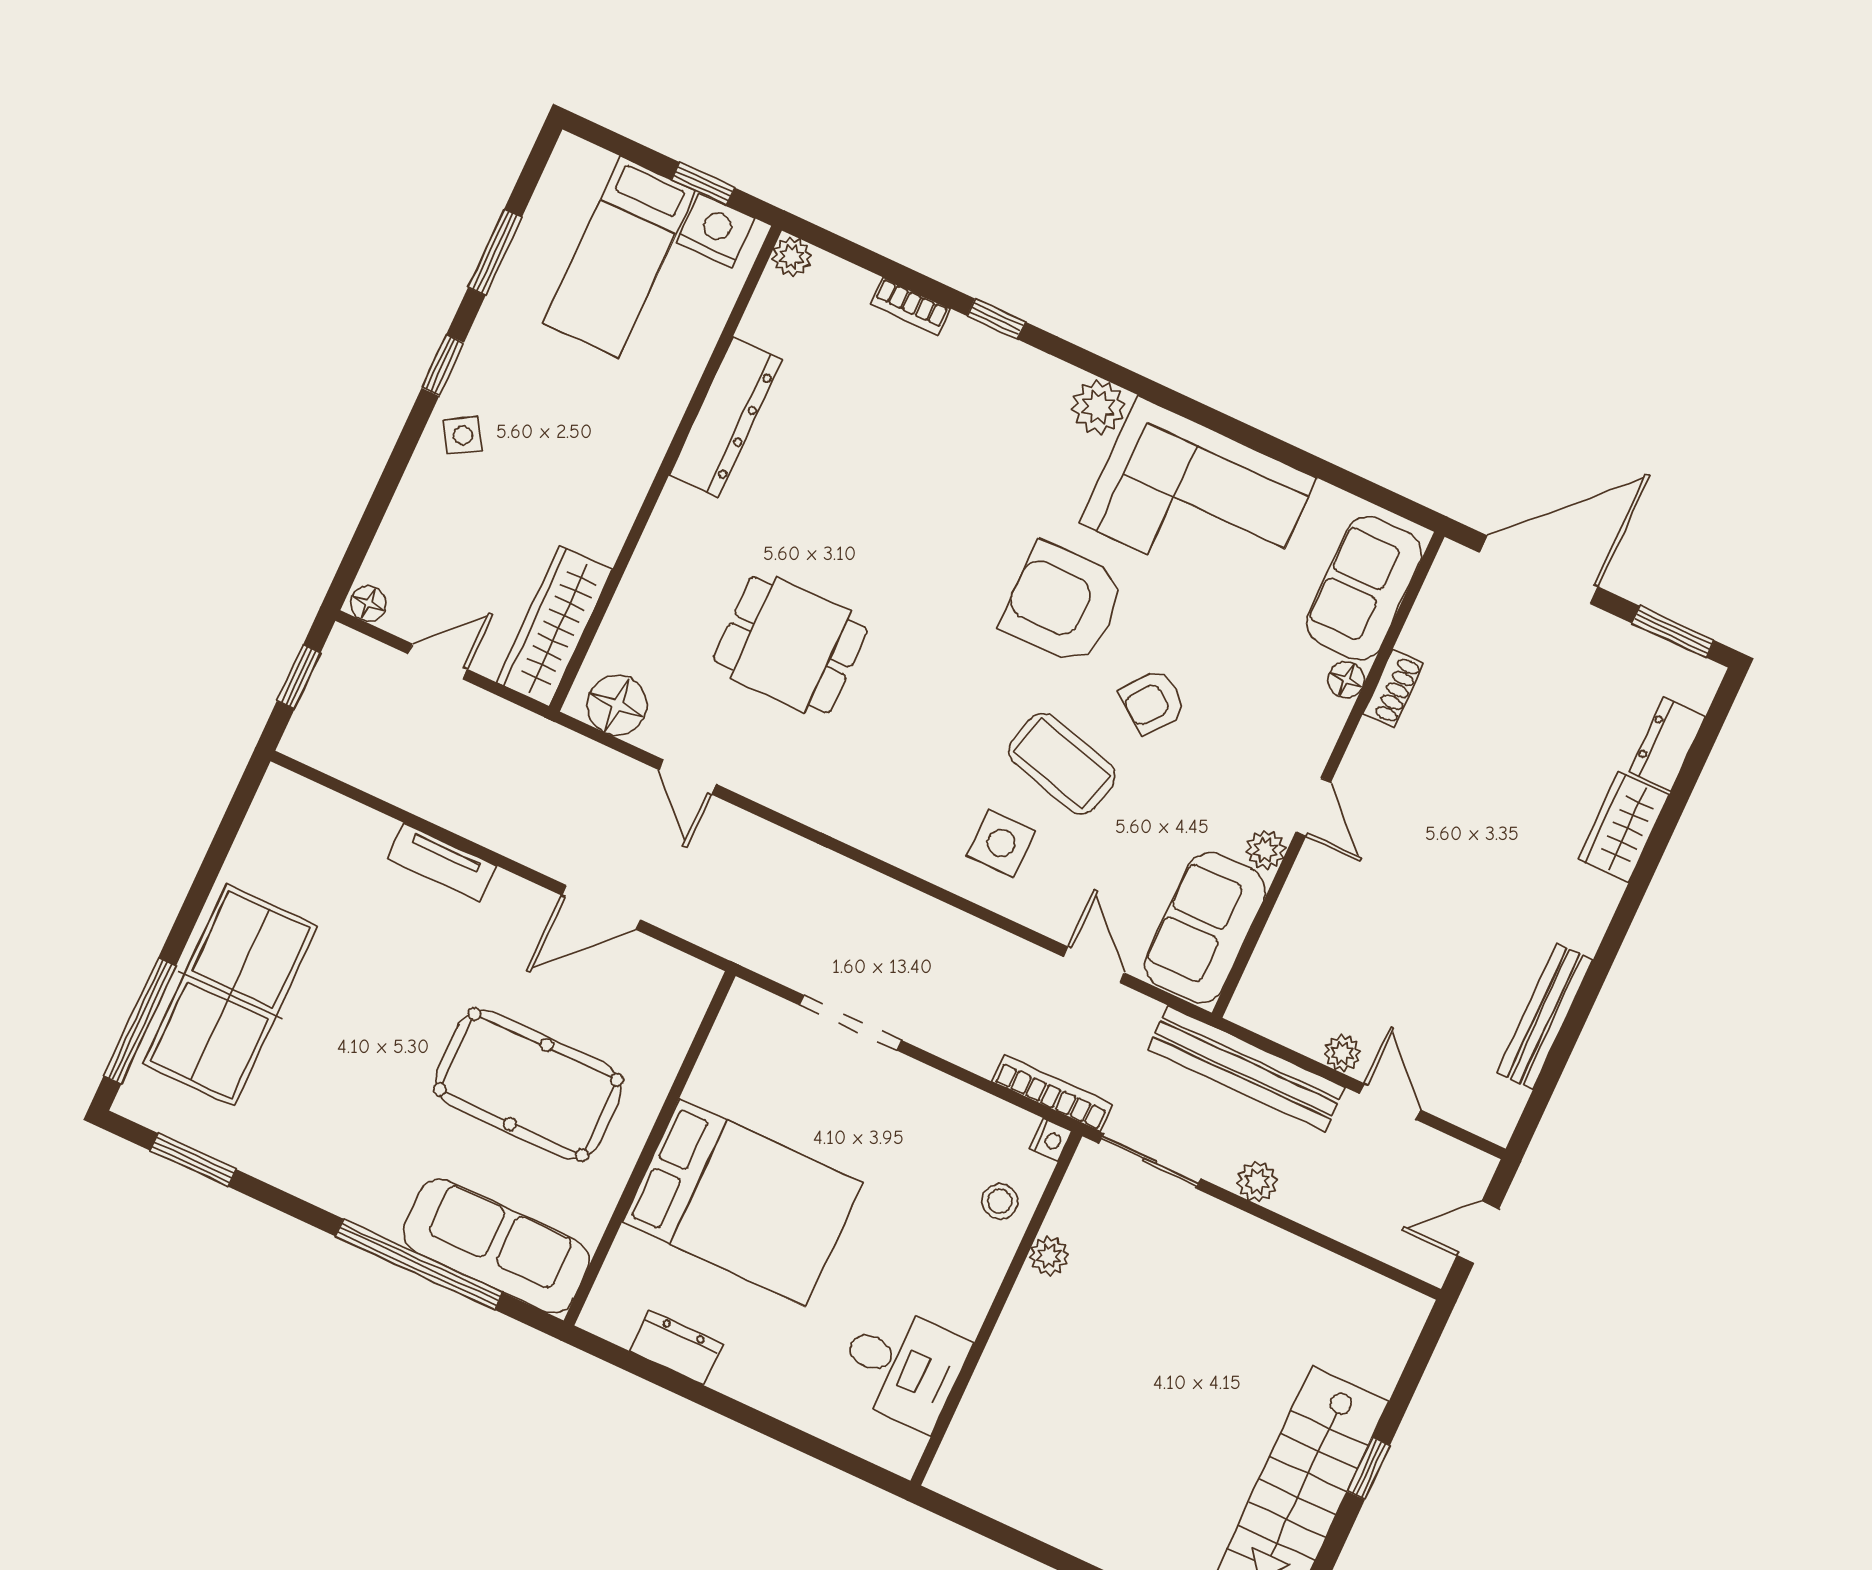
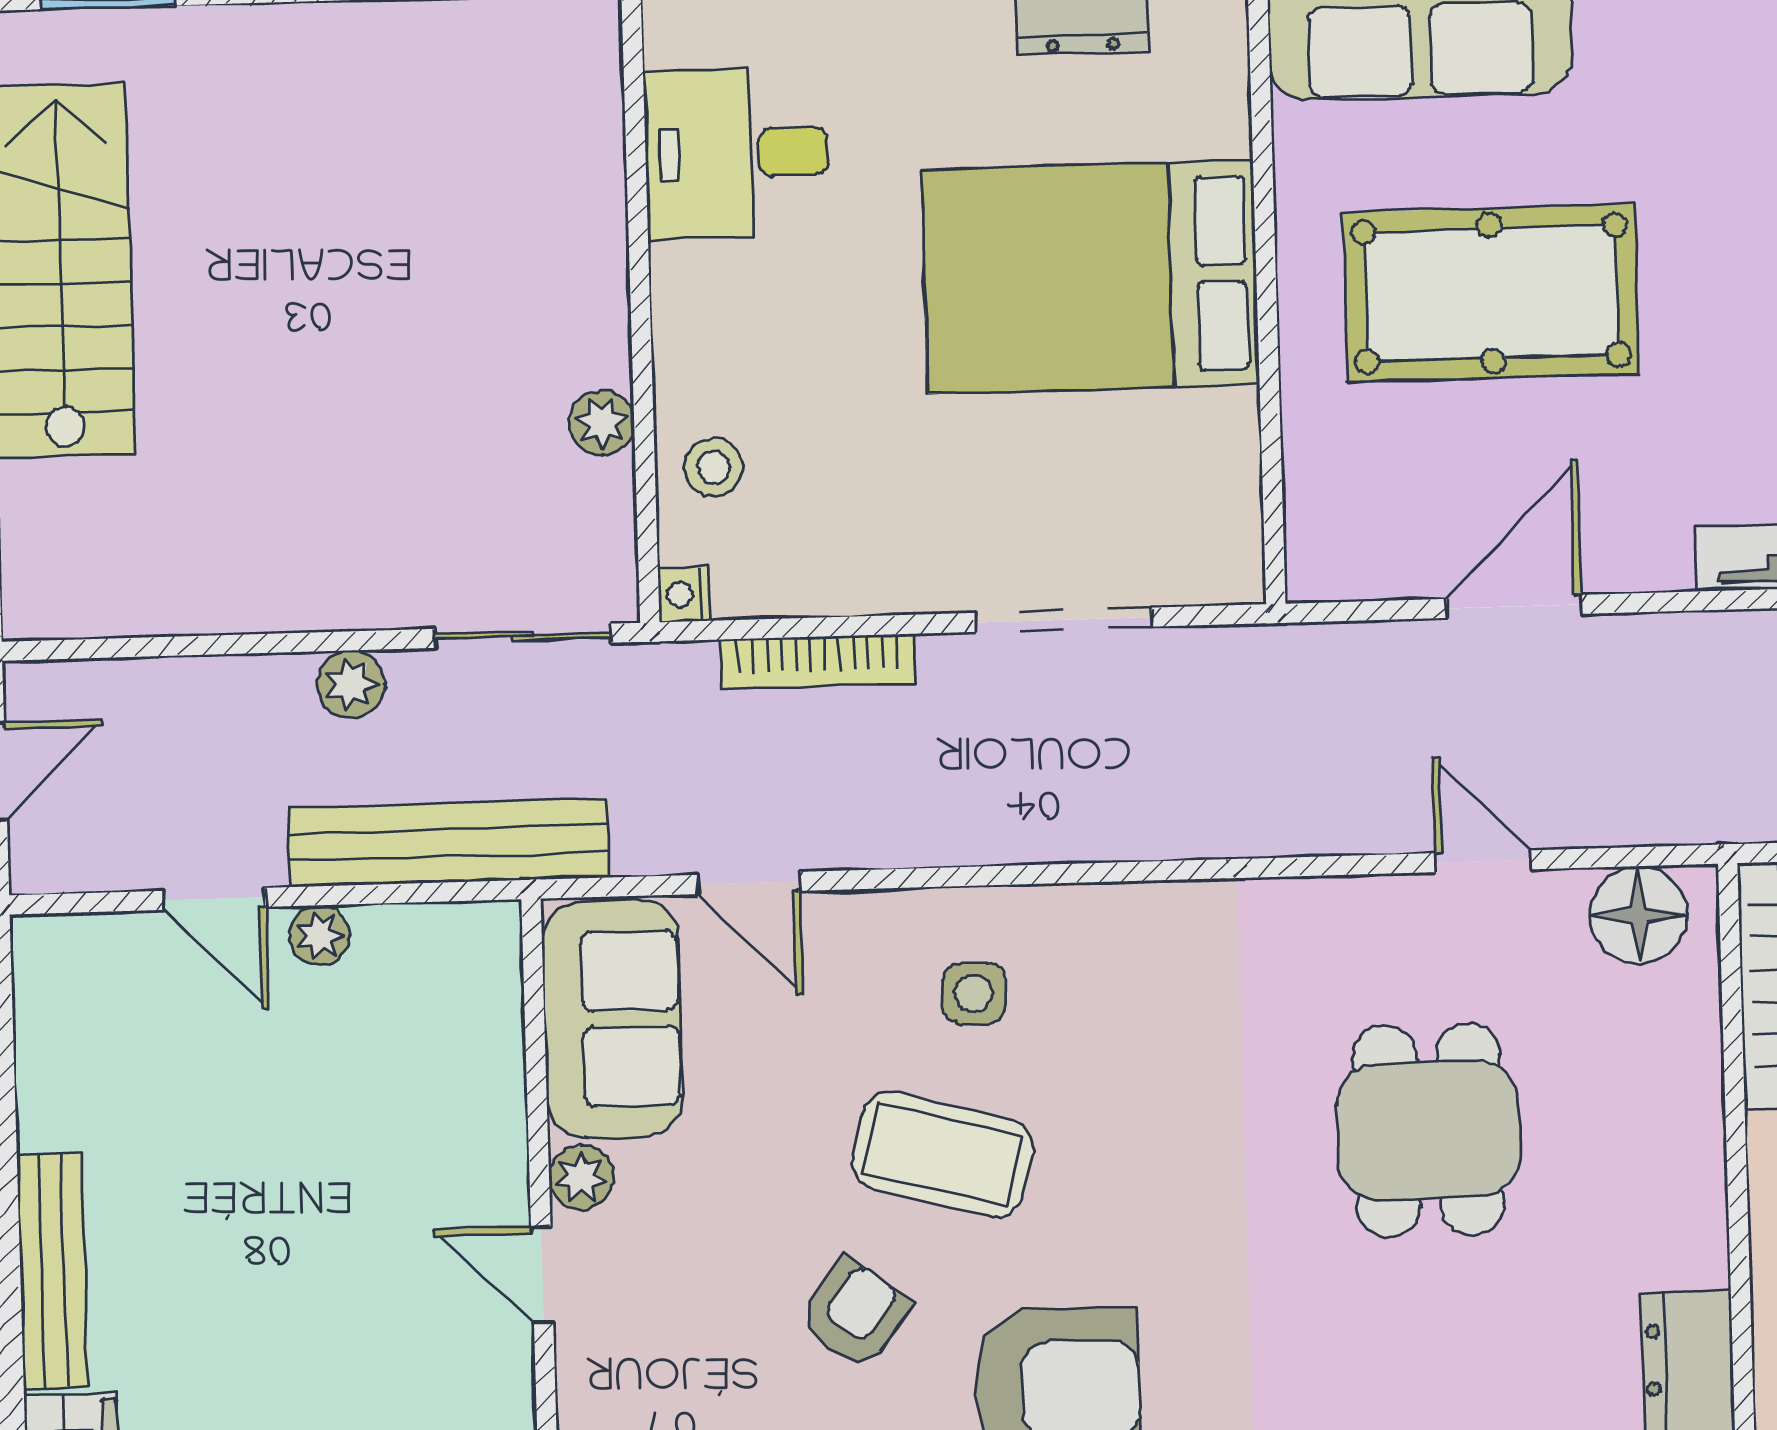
dining table: (790, 645) -> (1428, 1130), turned 90
side table: (1001, 843) -> (974, 994), width x0.73, depth x0.73
bench: (1545, 1017) -> (53, 1271), moved
bookcase: (1052, 1093) -> (818, 662), moved

